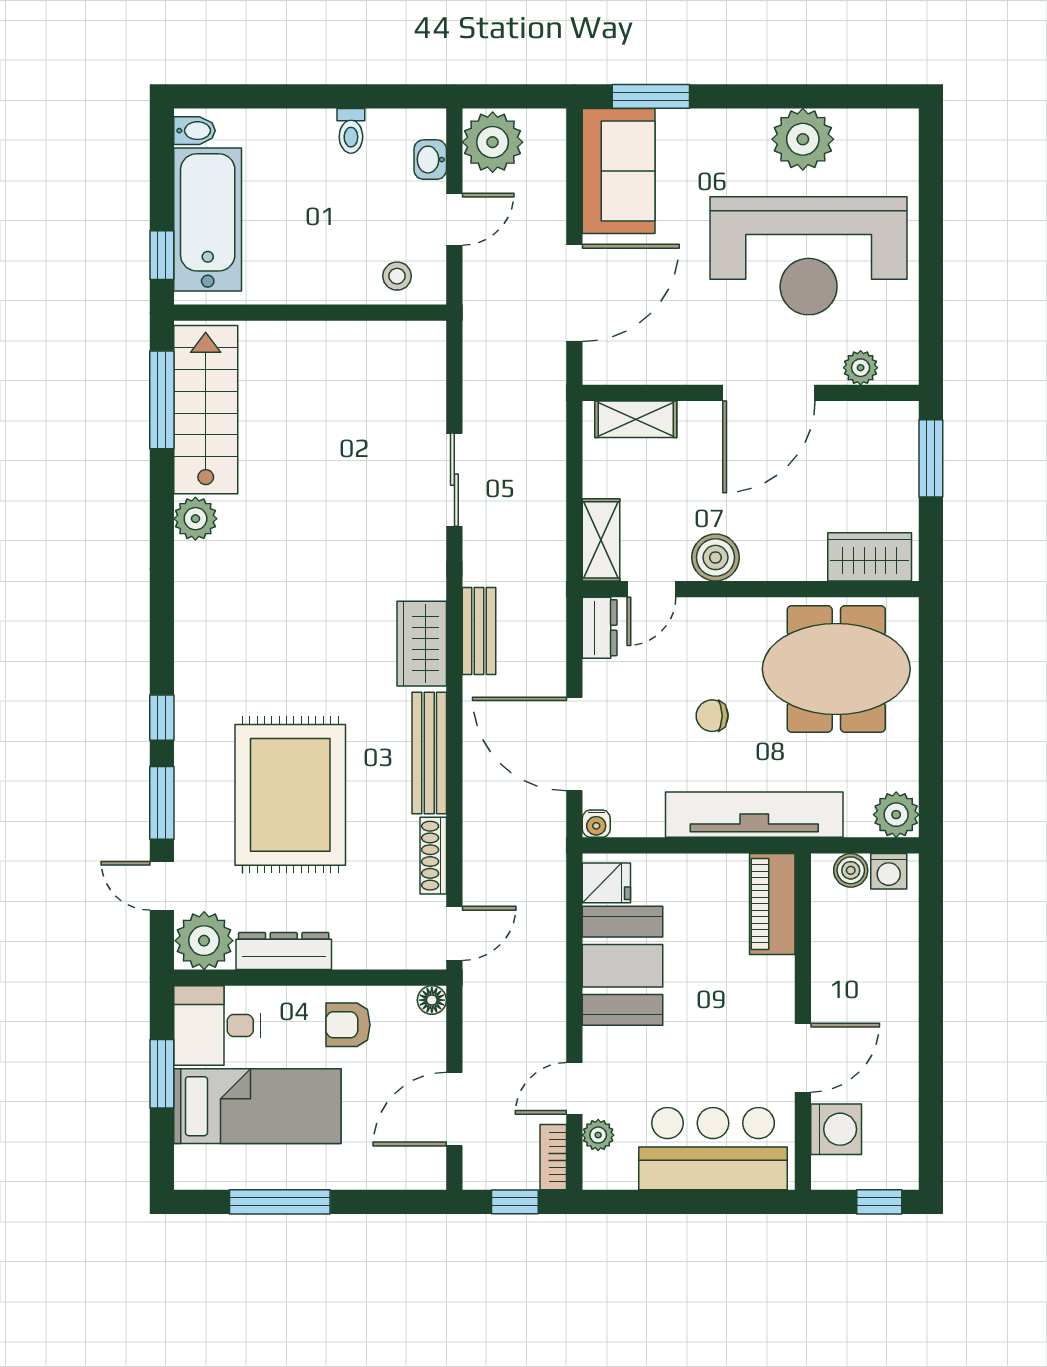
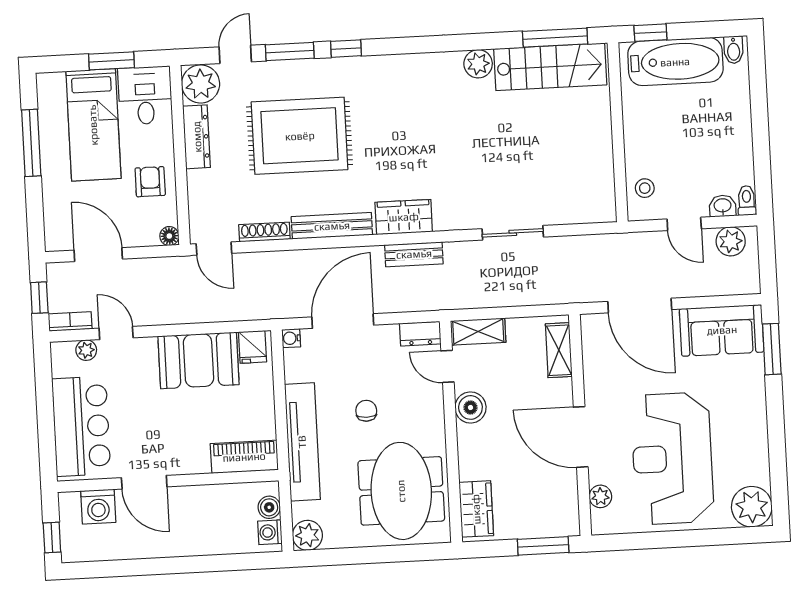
toilet: (351, 131) -> (747, 201), moved, turned 90
plant: (803, 139) -> (752, 507), moved
plant: (493, 142) -> (731, 241), width x0.73, depth x0.73

